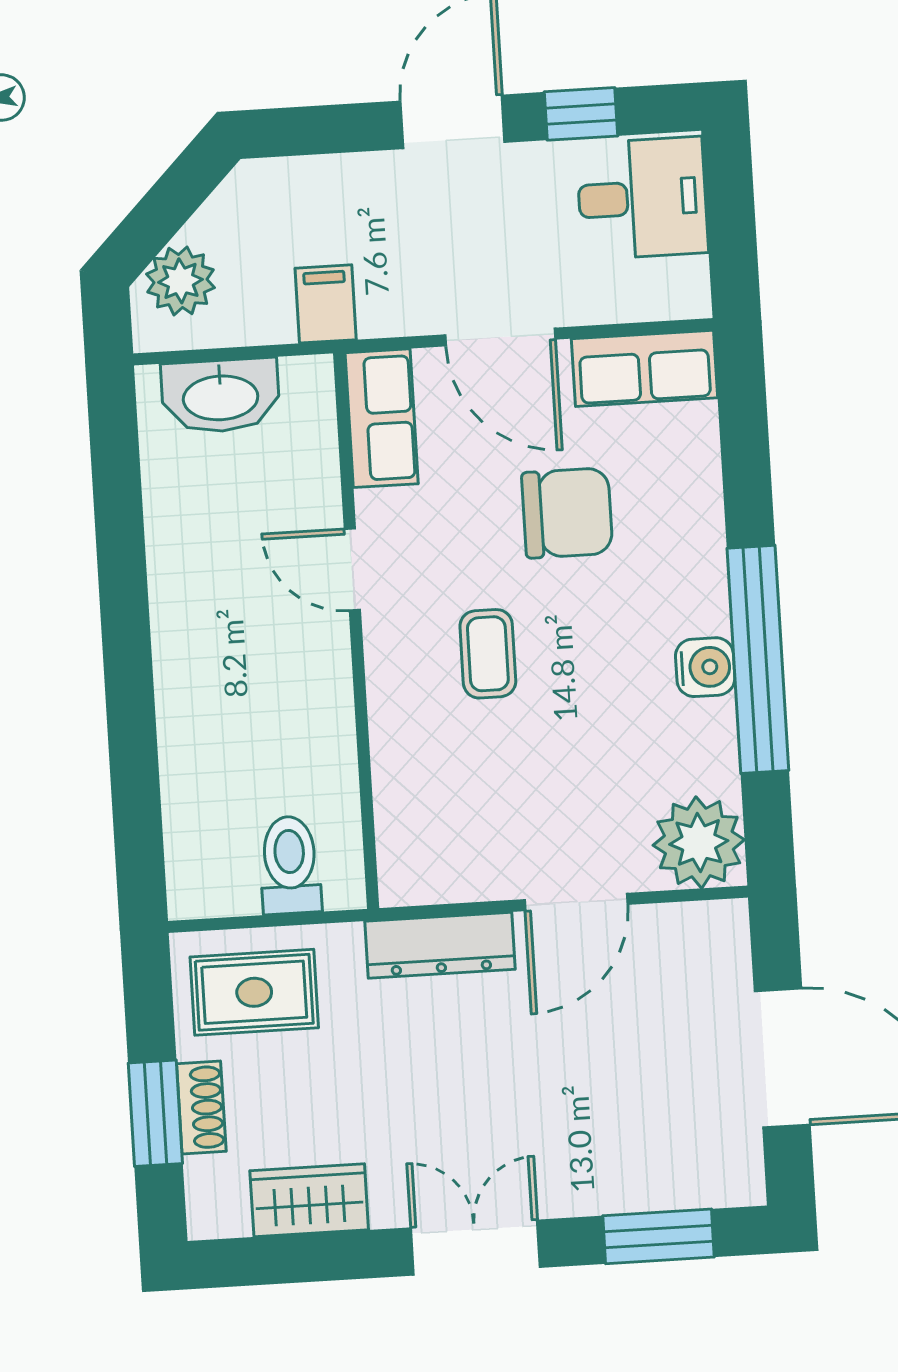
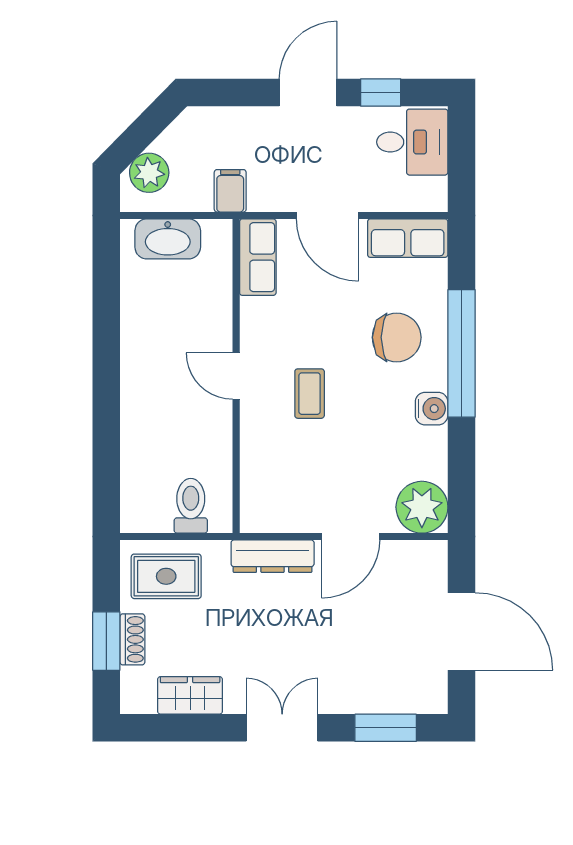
chair: (567, 513) -> (397, 337), moved
door: (352, 569) -> (236, 376), moved
window: (758, 659) -> (462, 353), moved

